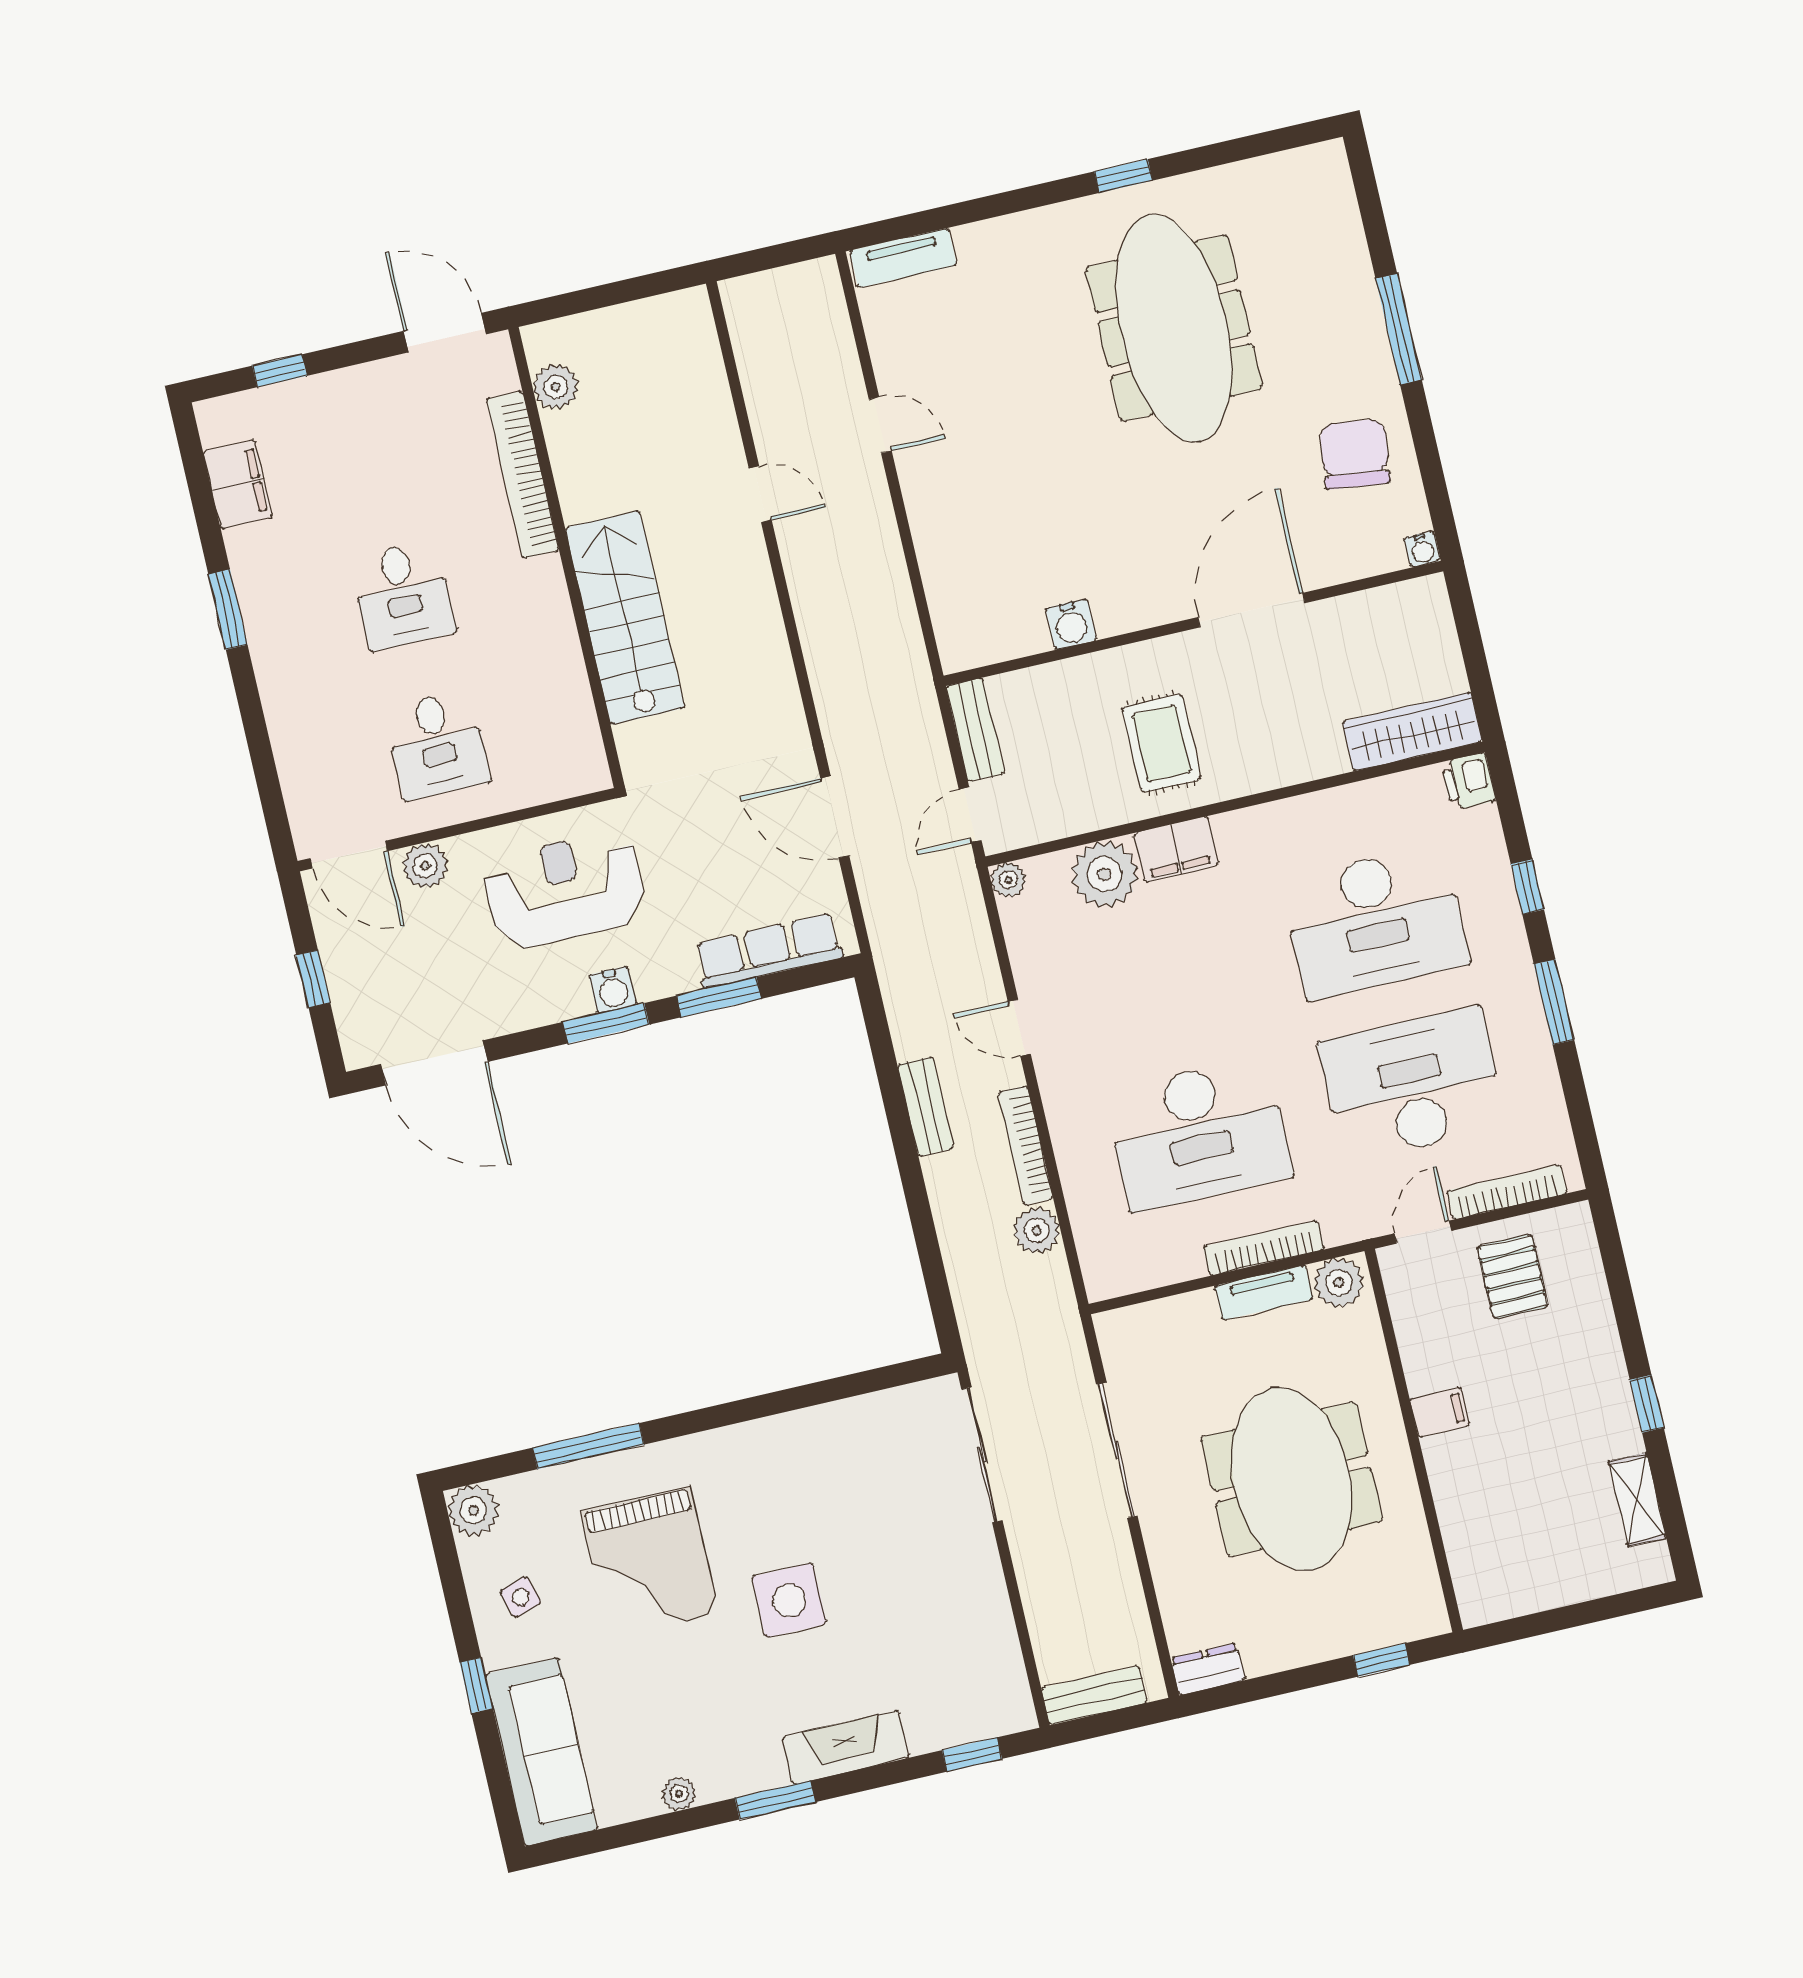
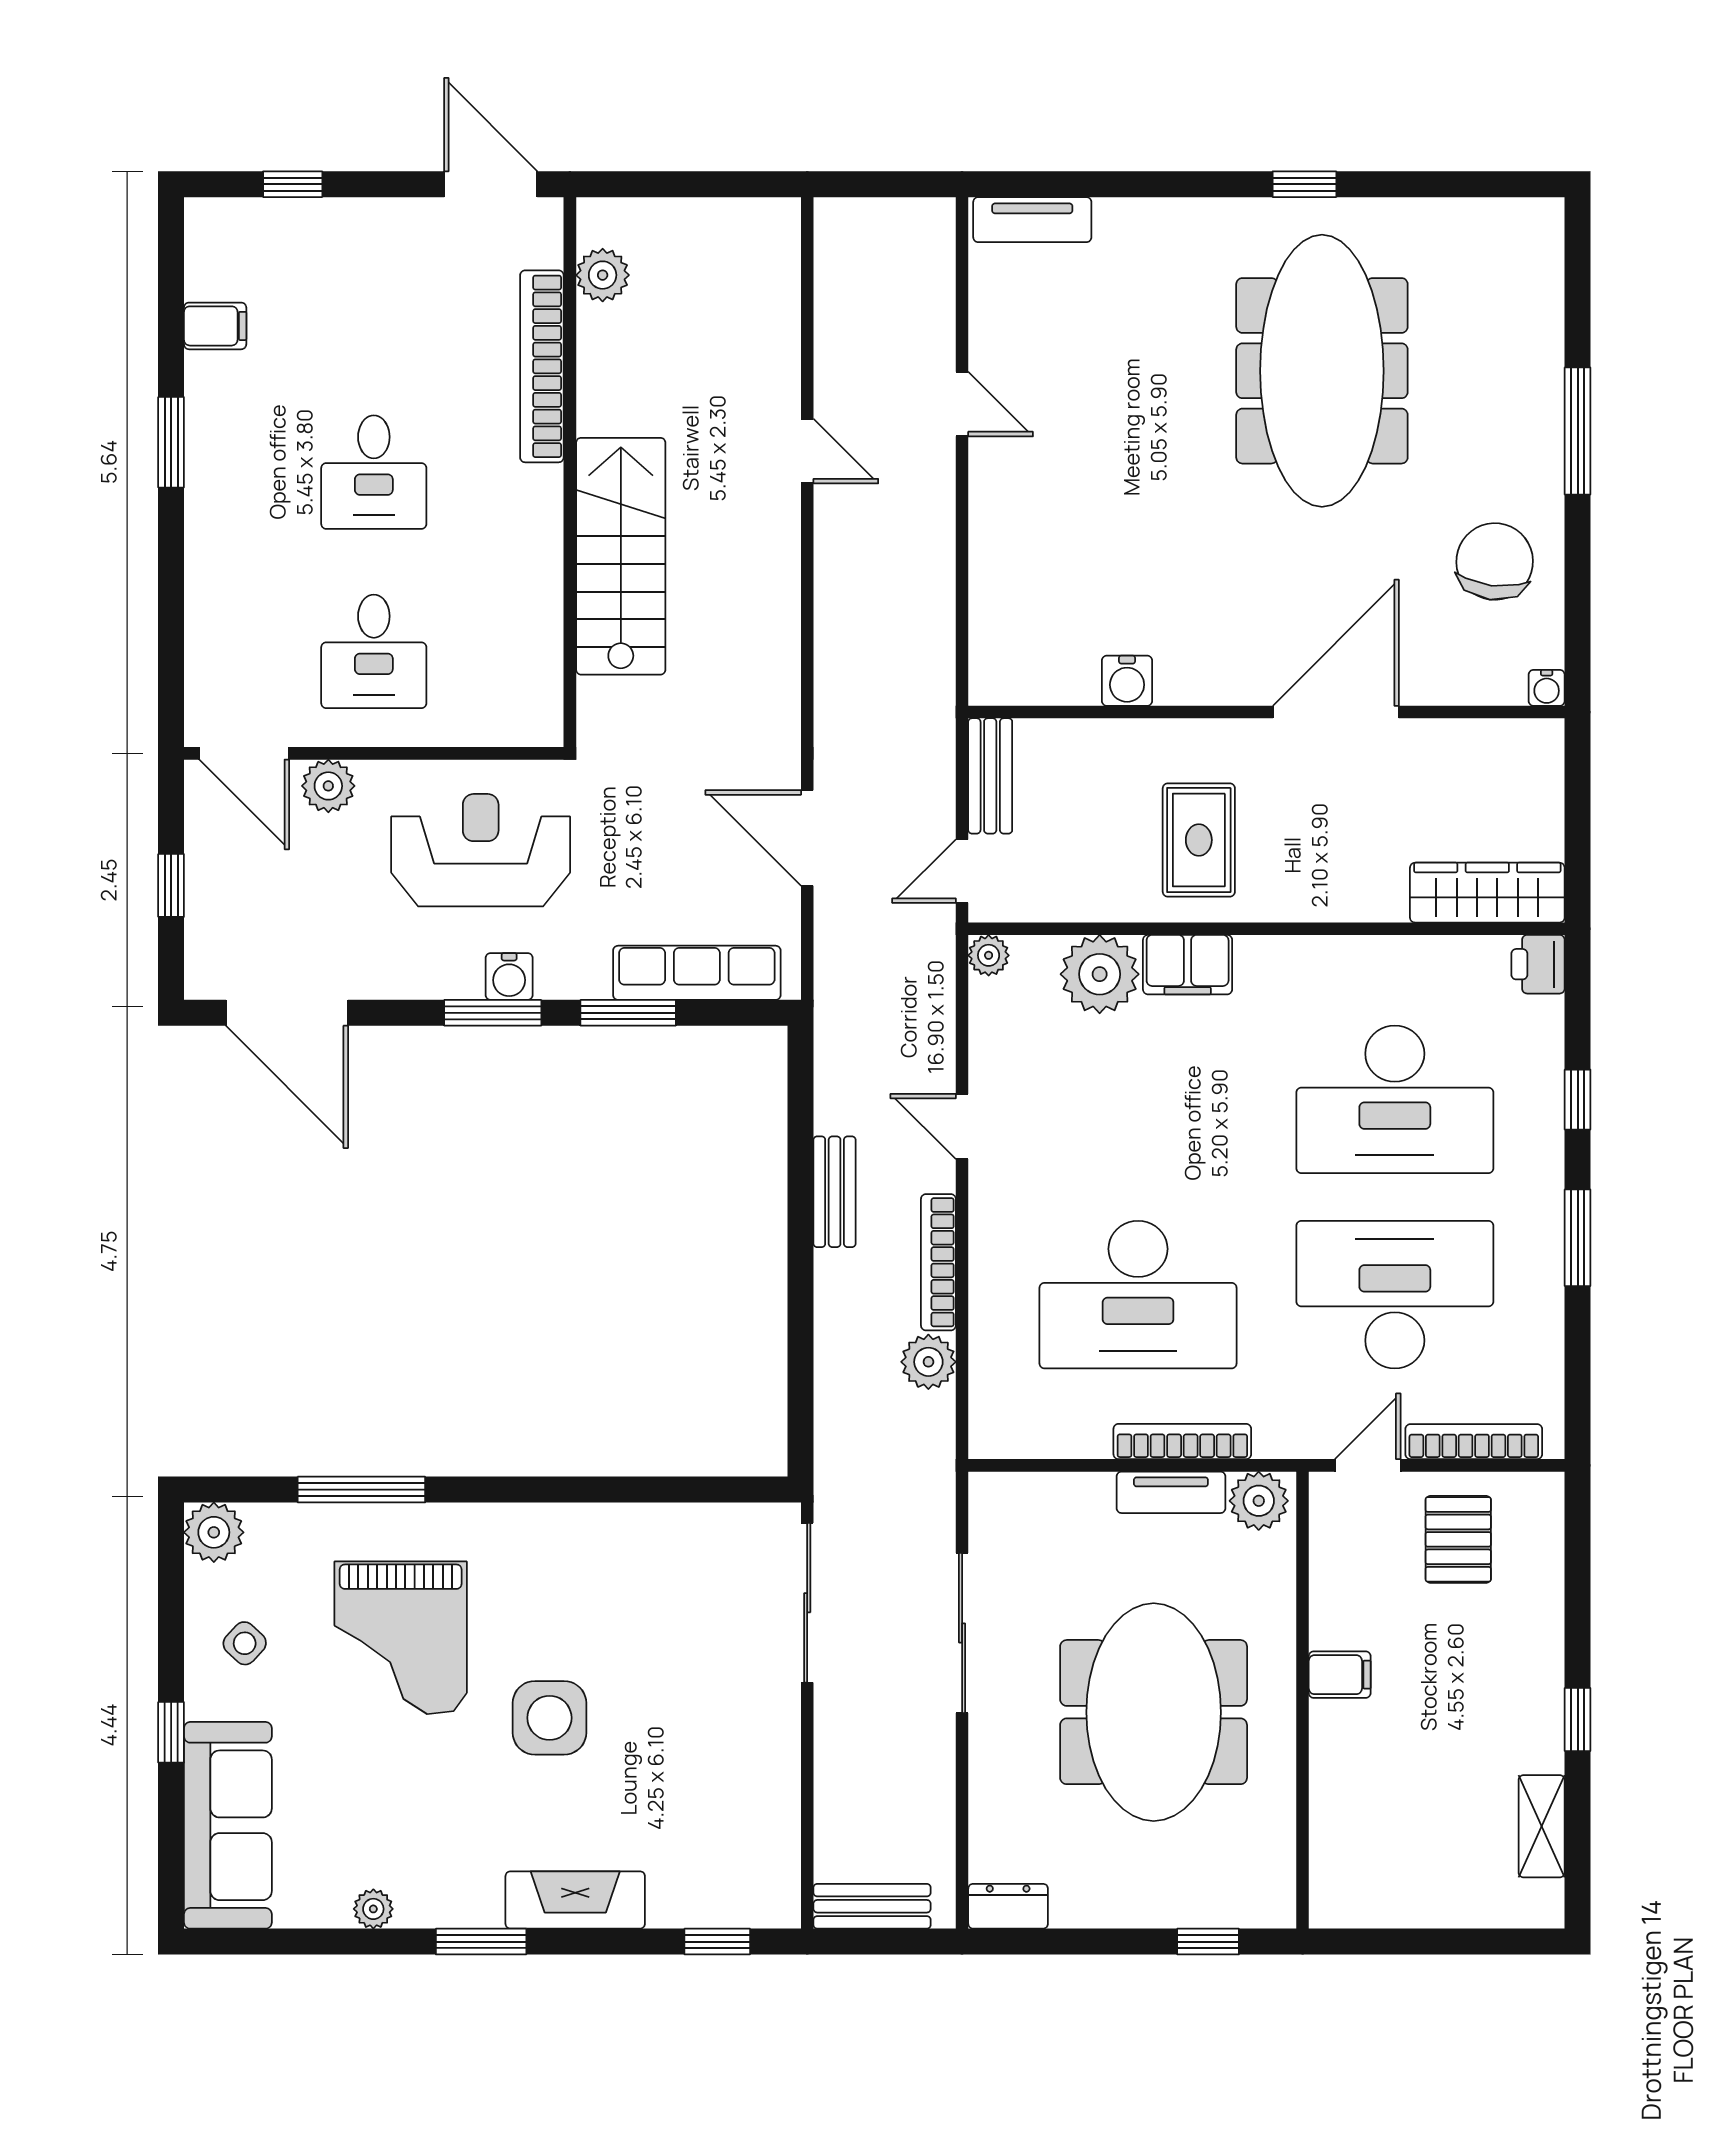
filing cabinet: (238, 484) -> (215, 326), width x0.50
side table: (521, 1597) -> (245, 1643), turned -30

